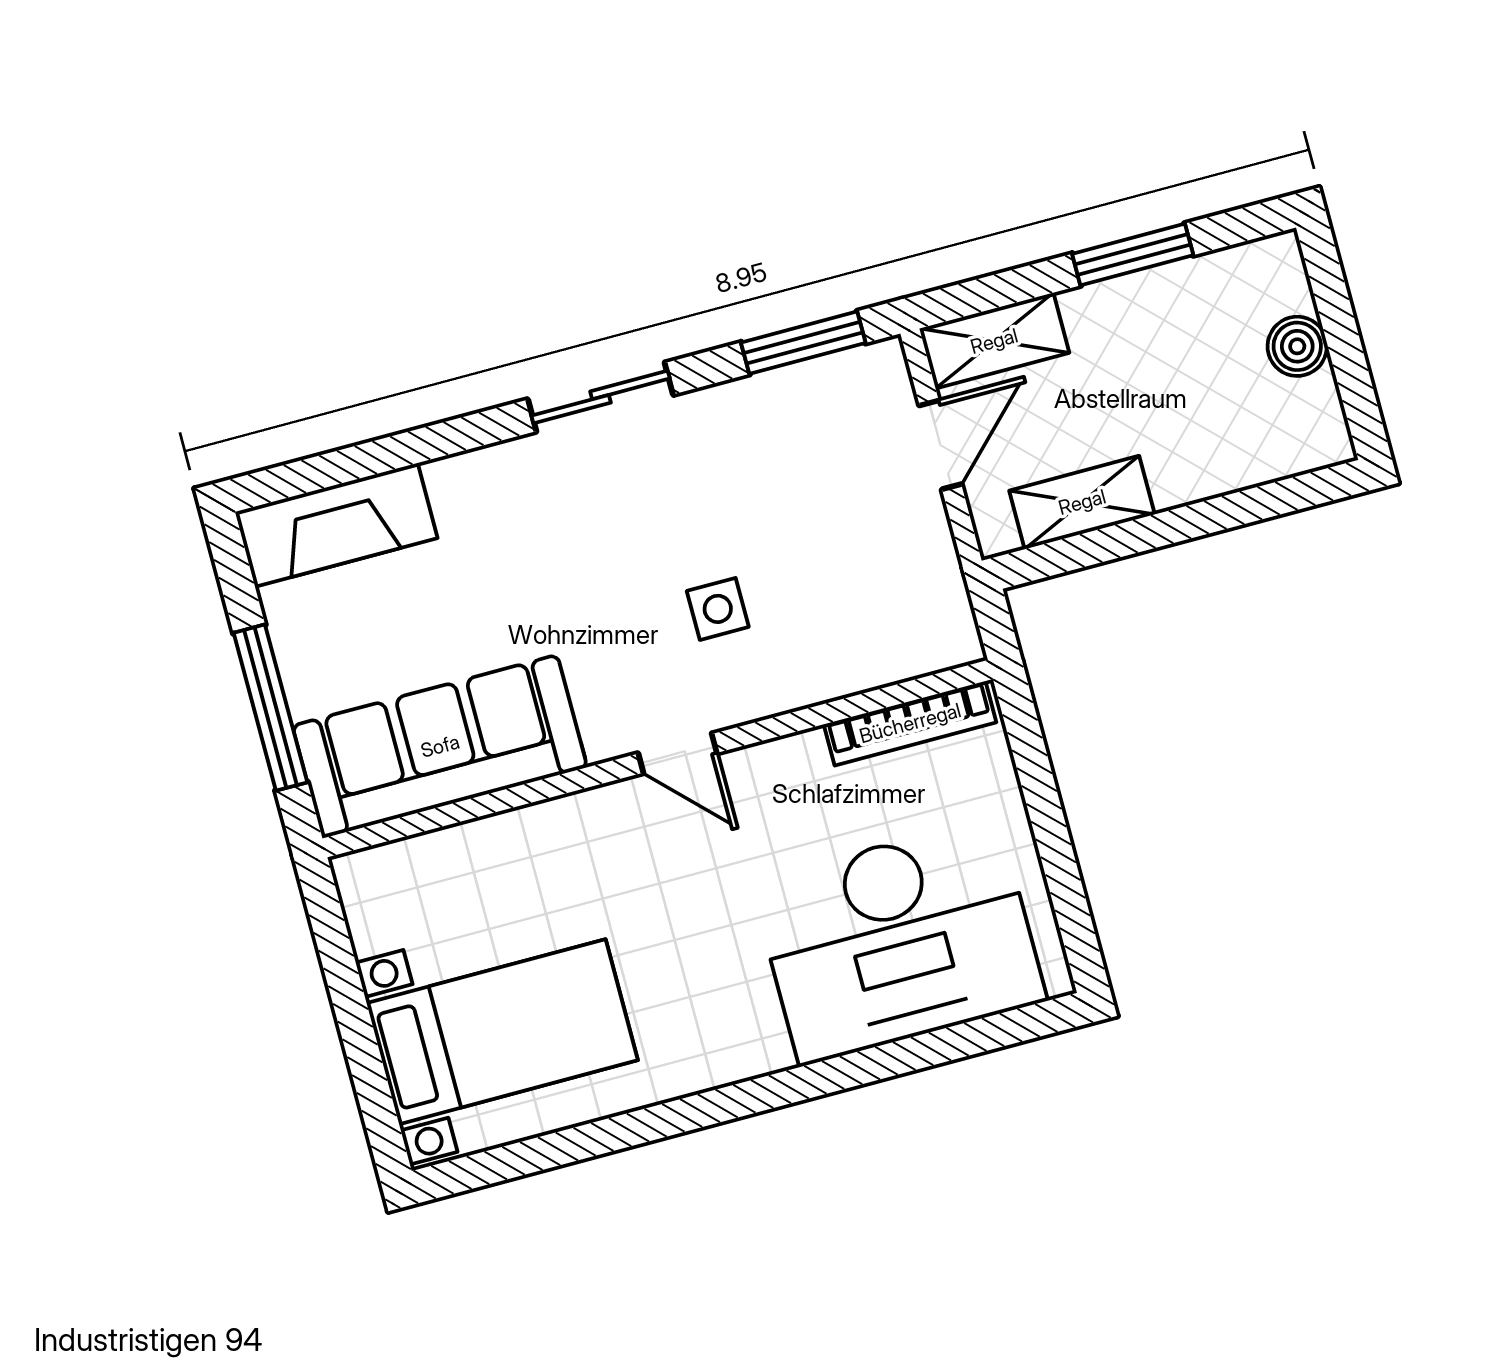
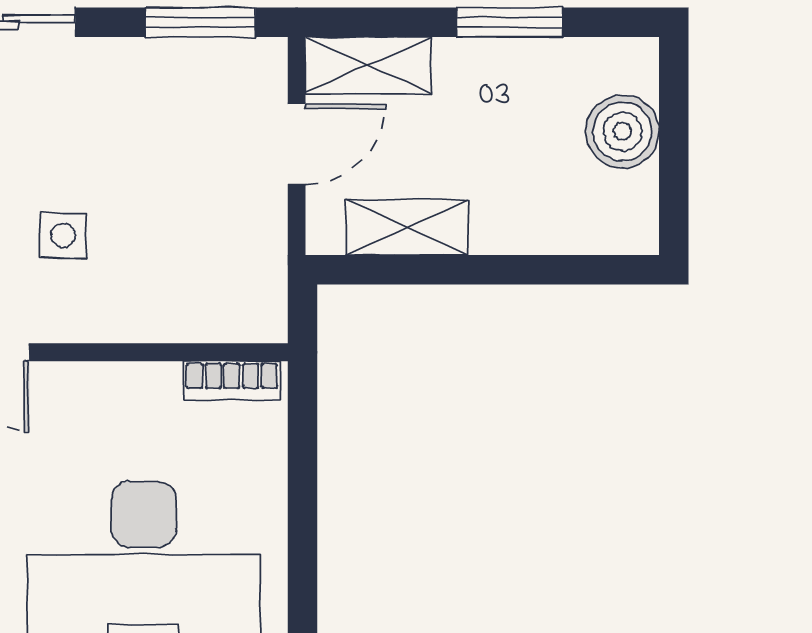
boiler: (1297, 346) -> (622, 132), width x1.36, depth x1.36
bookcase: (910, 723) -> (232, 381), width x0.64

